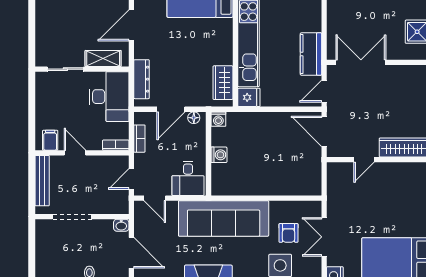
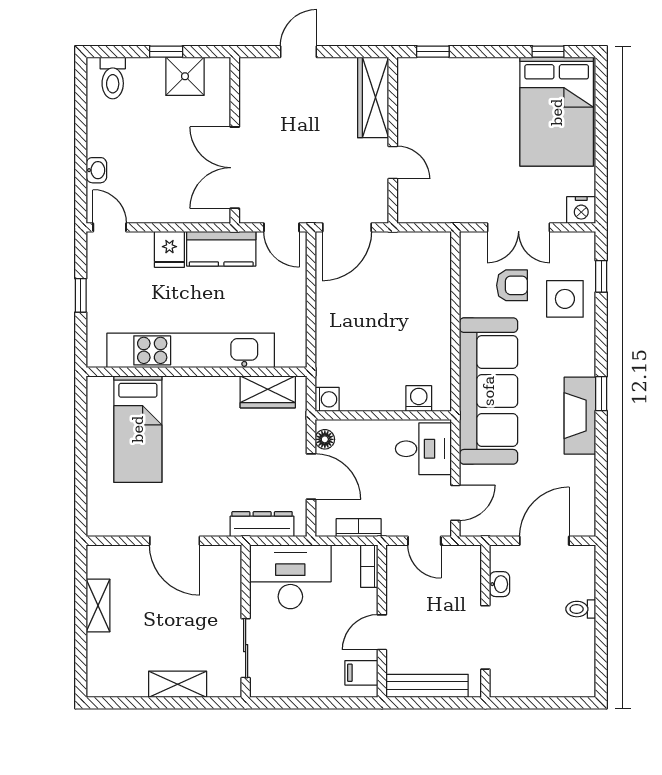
shelving: (103, 58) -> (178, 684), moved, turned 90
fridge: (249, 97) -> (169, 249), moved, turned 180
washing machine: (219, 155) -> (419, 398), moved
washbasin: (121, 225) -> (500, 584), moved

